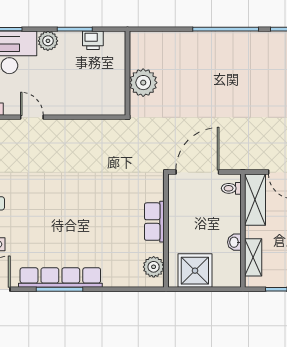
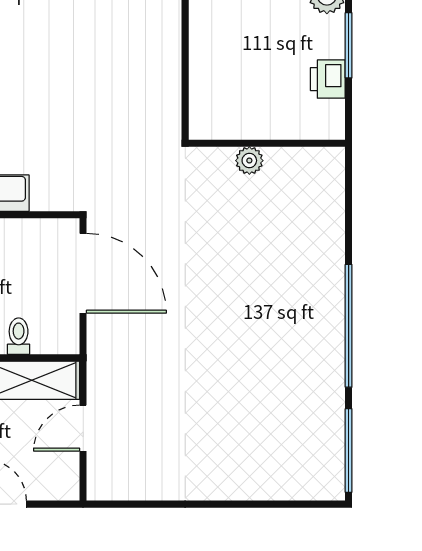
plant: (143, 83) -> (249, 161), width x0.53, depth x0.53
toilet: (231, 188) -> (19, 336), moved

